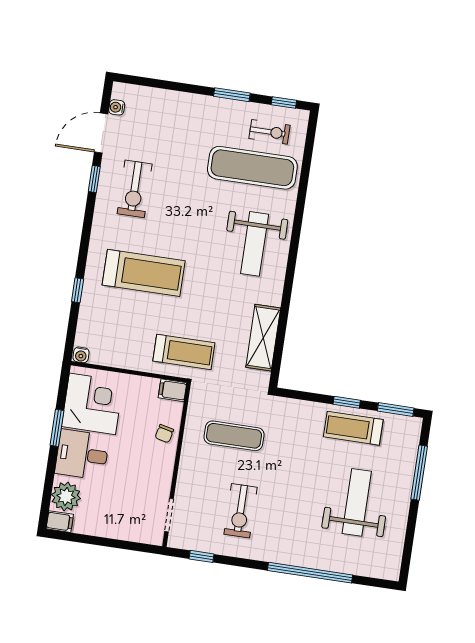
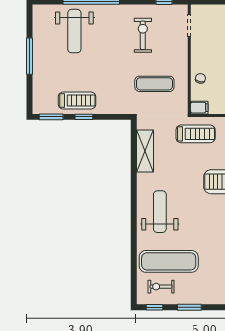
treadmill: (184, 352) -> (196, 134), turned 180
window: (419, 473) -> (30, 56), moved
weight bench: (357, 502) -> (74, 31), moved

